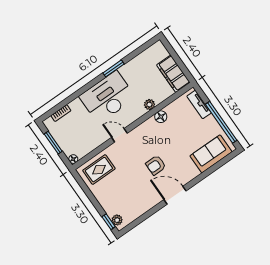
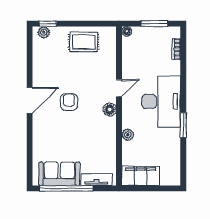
floor lamp: (161, 117) -> (110, 110), moved
sofa: (211, 154) -> (59, 174), moved, turned -90
rug: (99, 170) -> (84, 42), moved, turned 90

